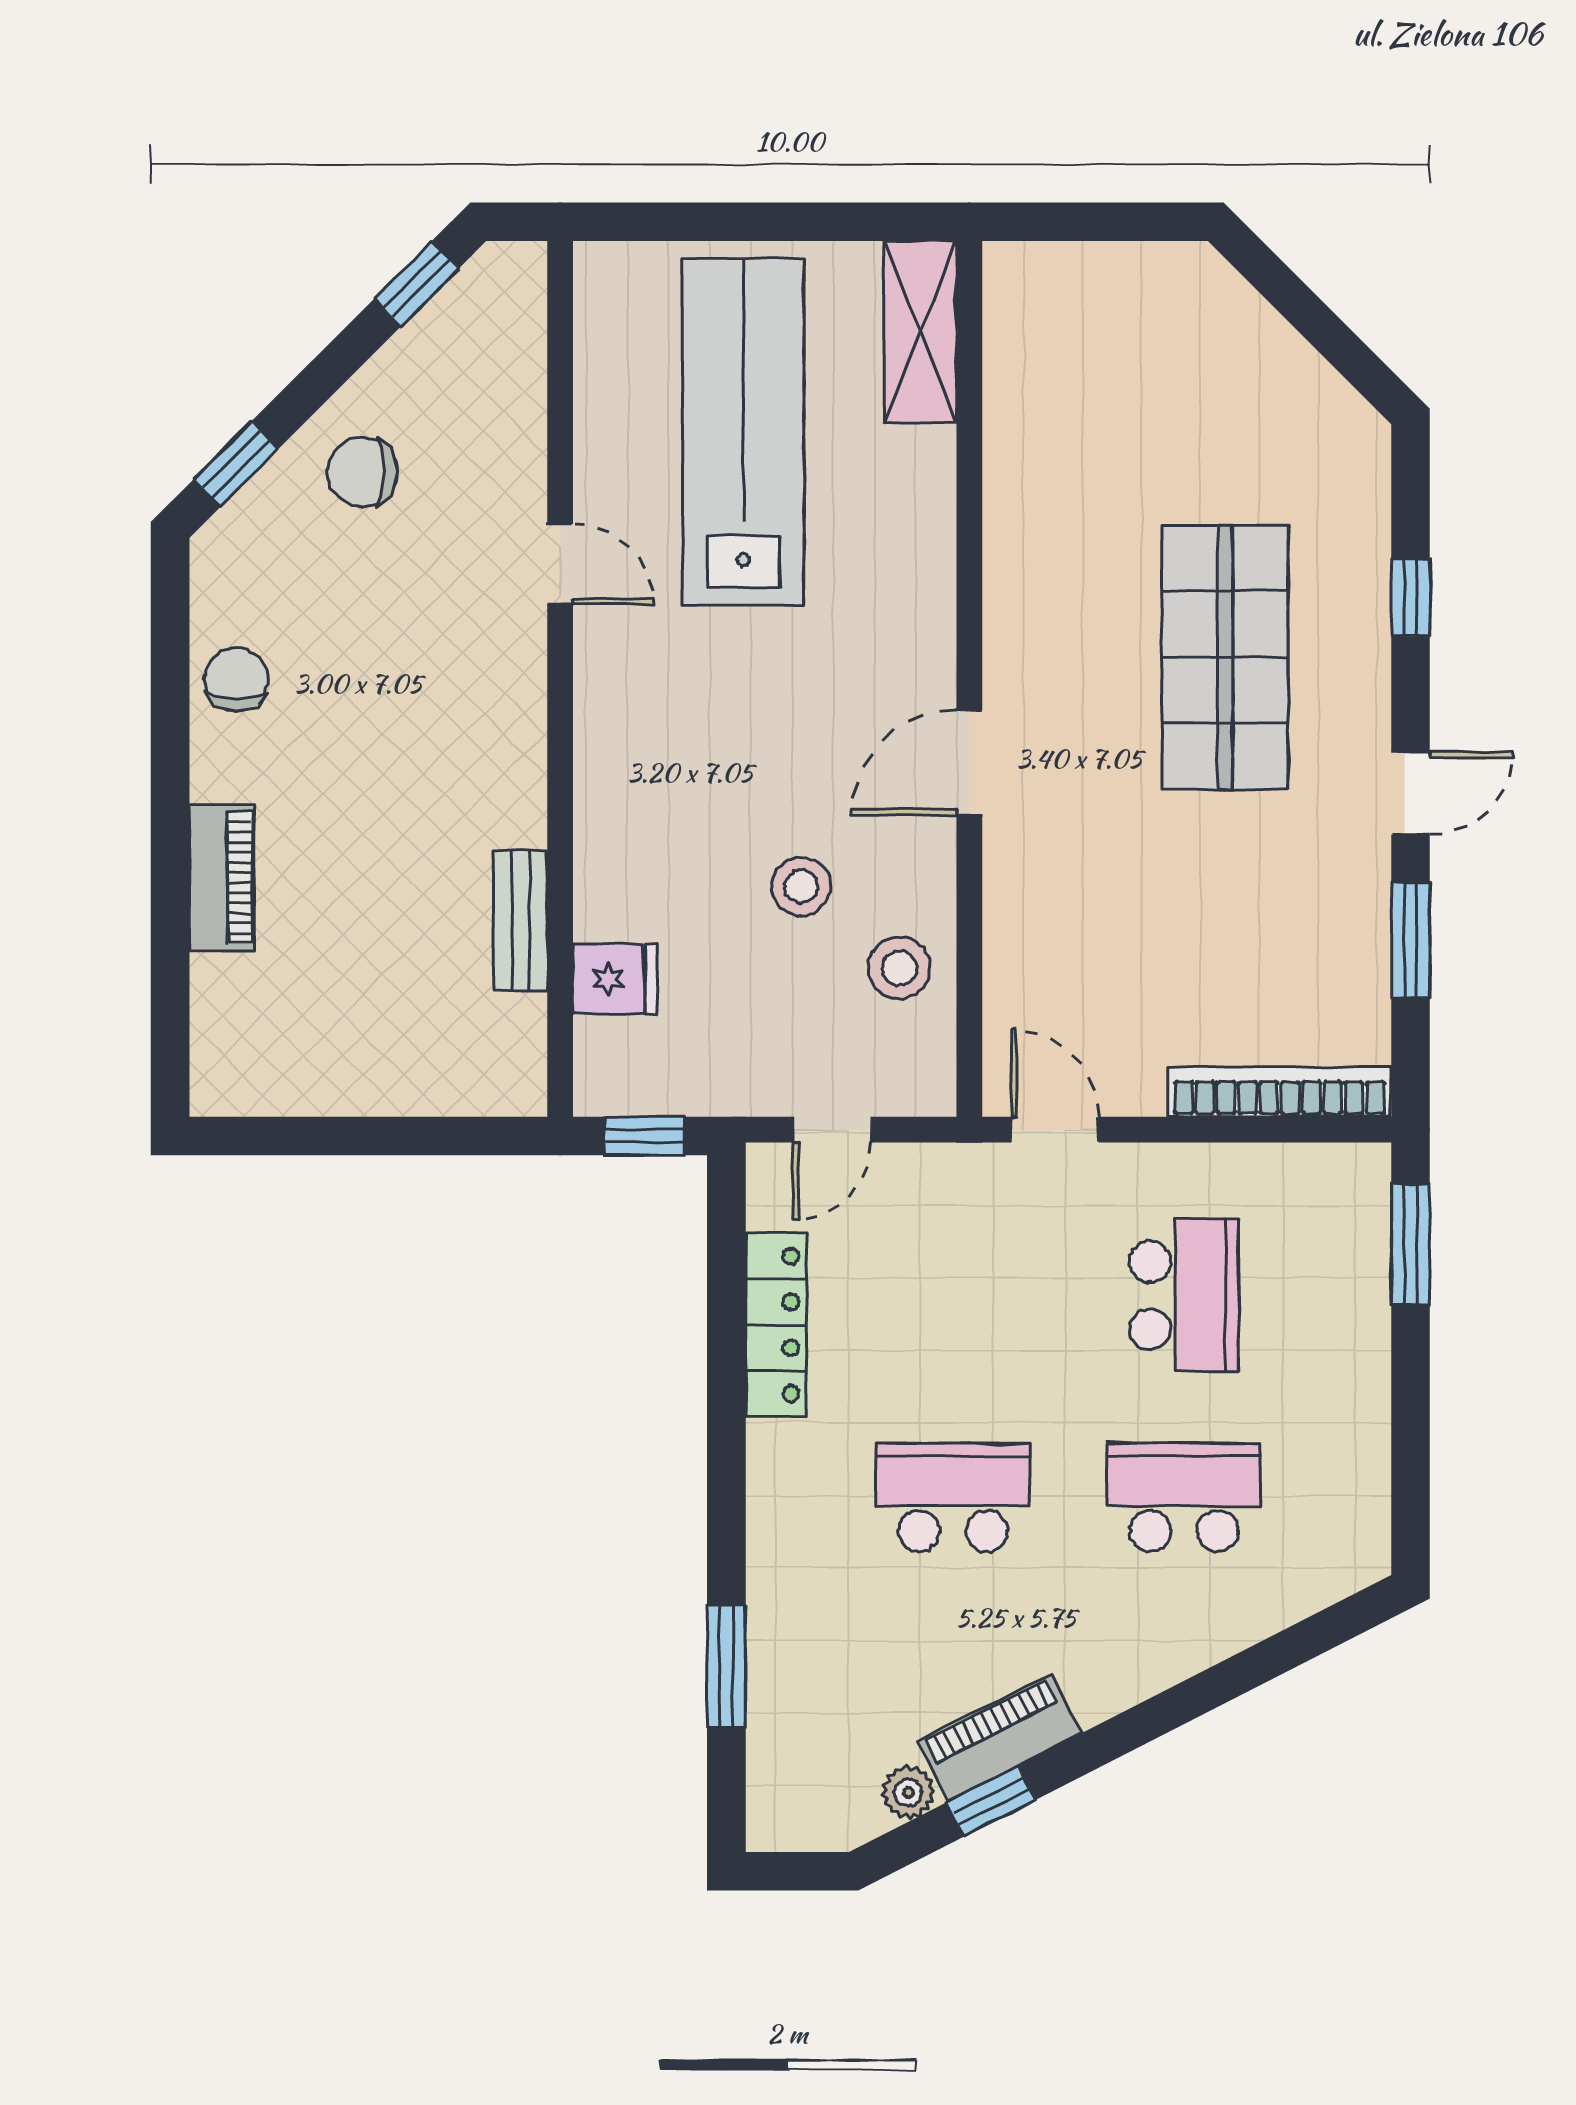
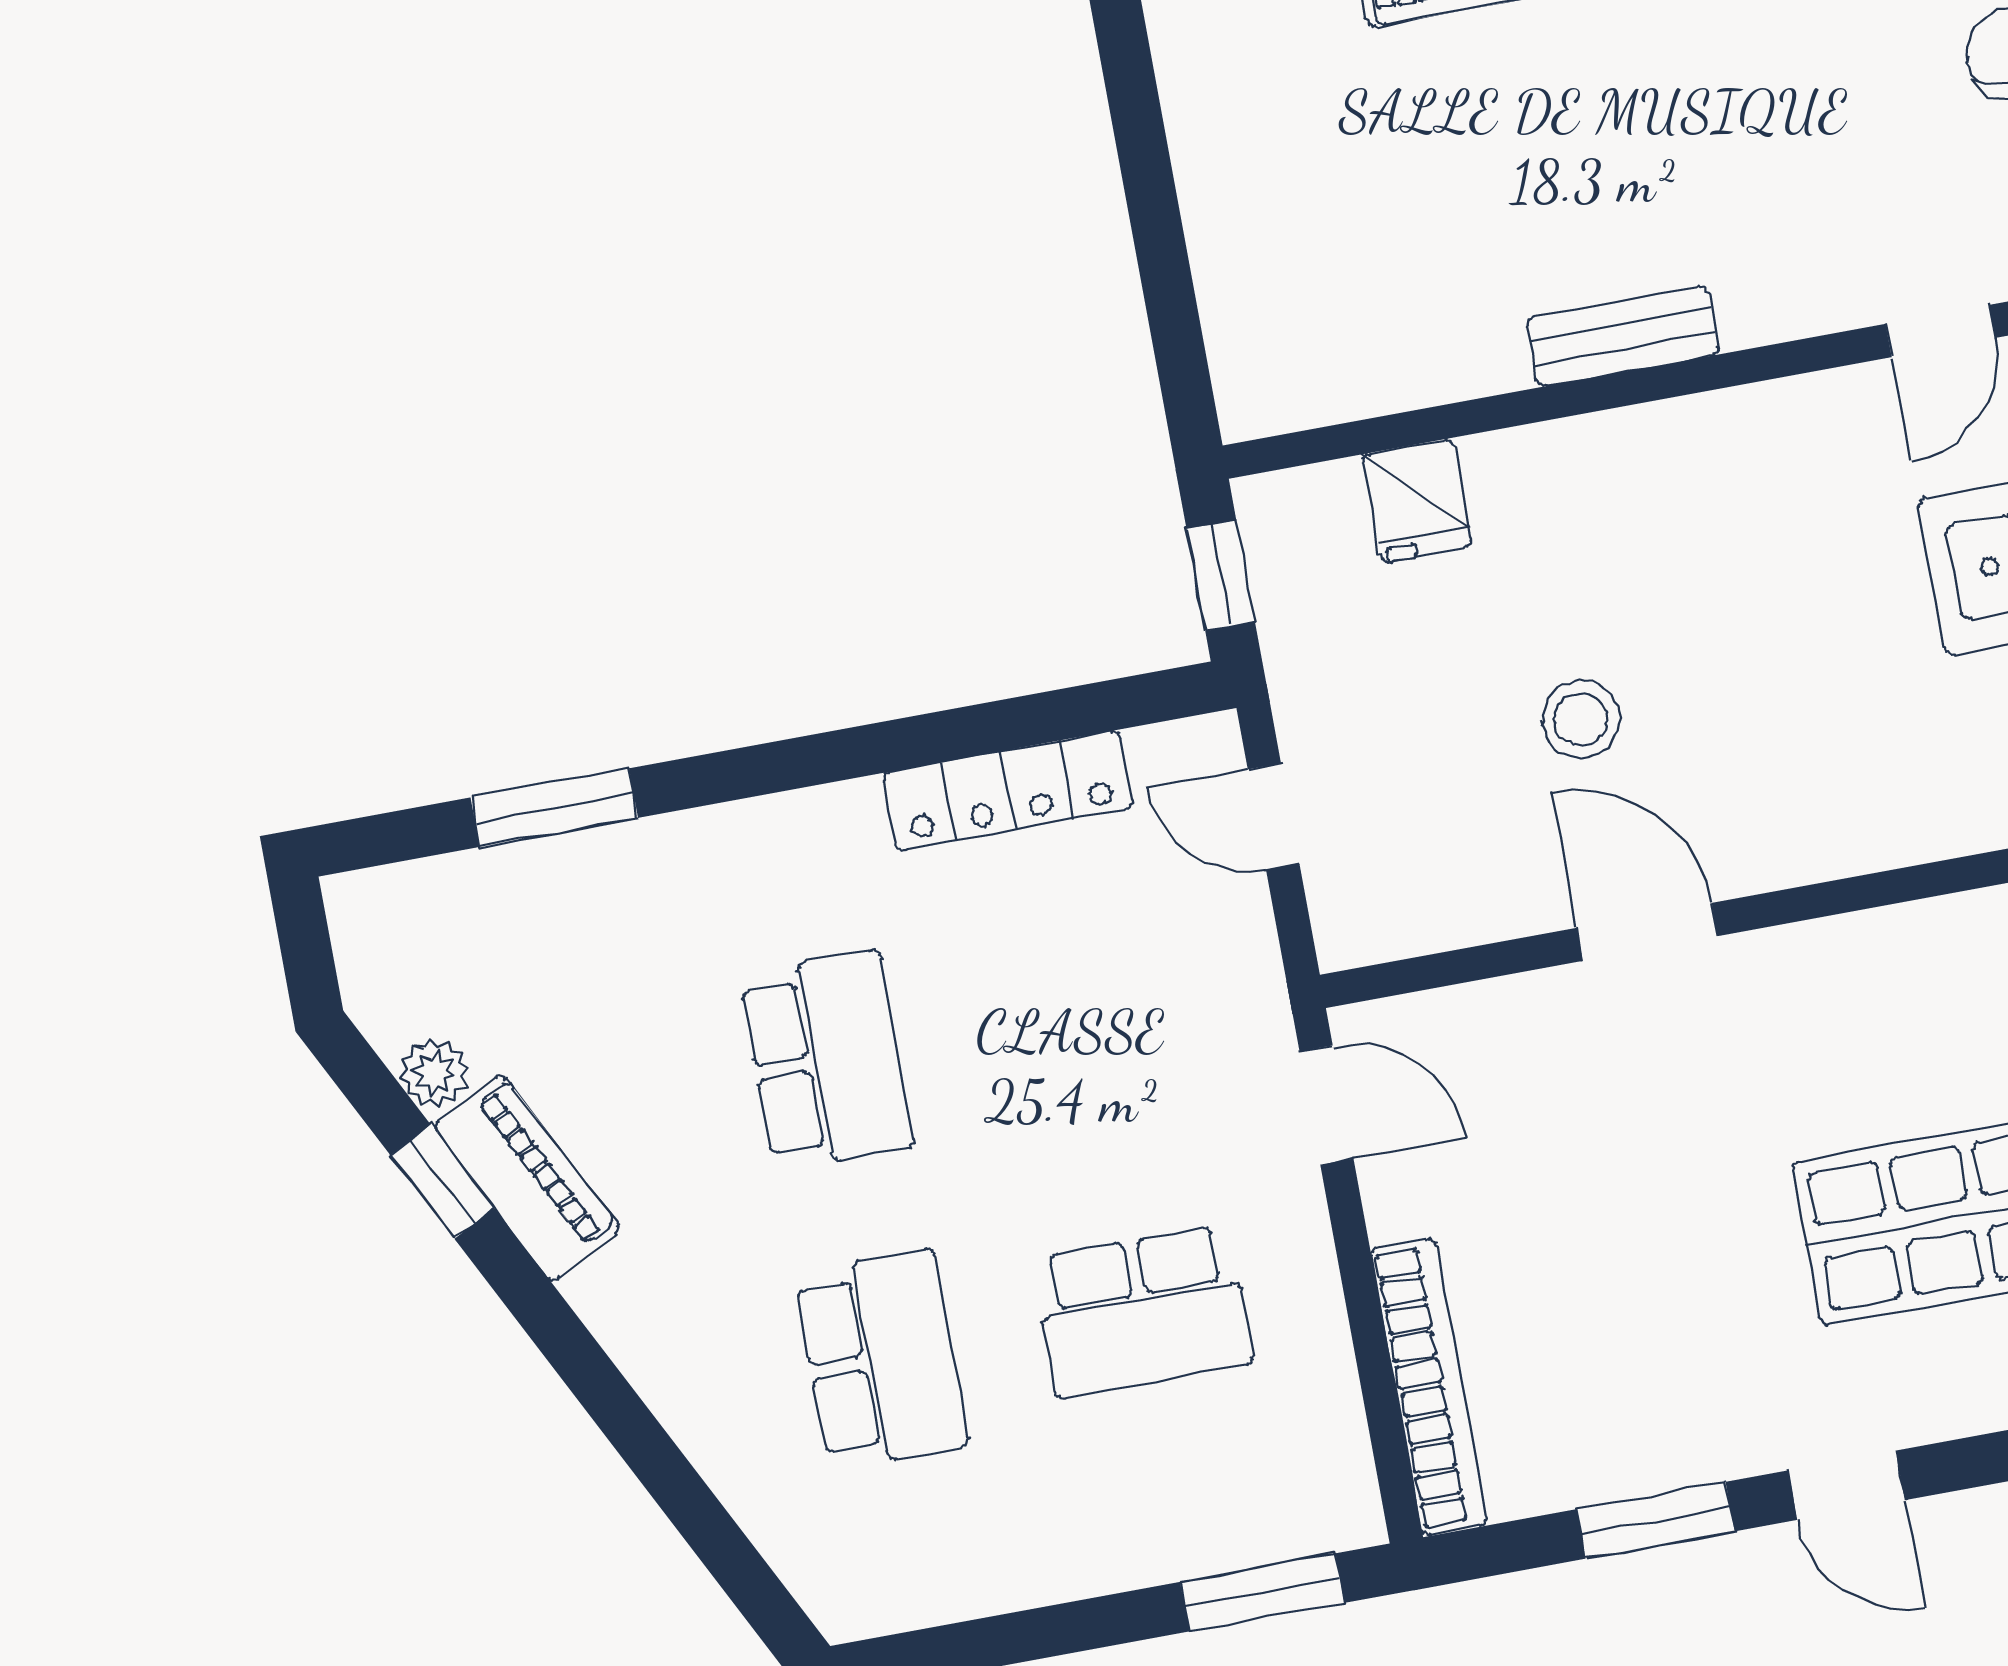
door: (969, 763) -> (1647, 932), moved
bench: (521, 920) -> (1623, 336), moved
stool: (899, 968) -> (1499, 866), removed
door: (1055, 1130) -> (1326, 1105), hinge flipped

